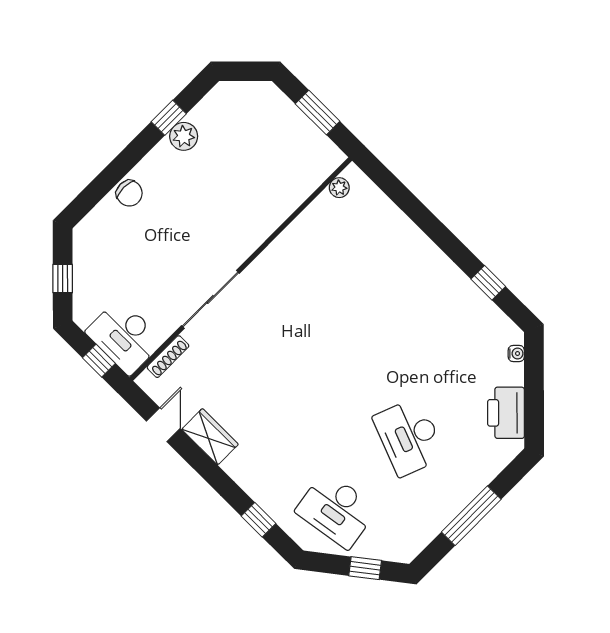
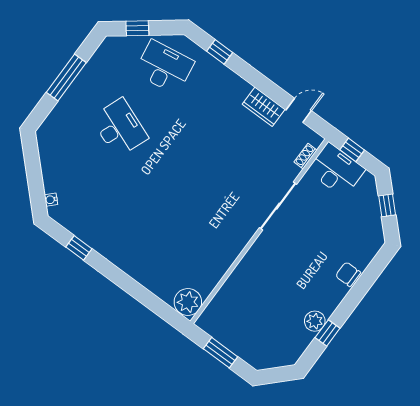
plant: (339, 188) -> (188, 302), width x1.87, depth x1.87
shoe rack: (168, 357) -> (306, 156), width x0.70
printer: (506, 413) -> (52, 156), removed
door: (163, 425) -> (299, 110), swing flipped

